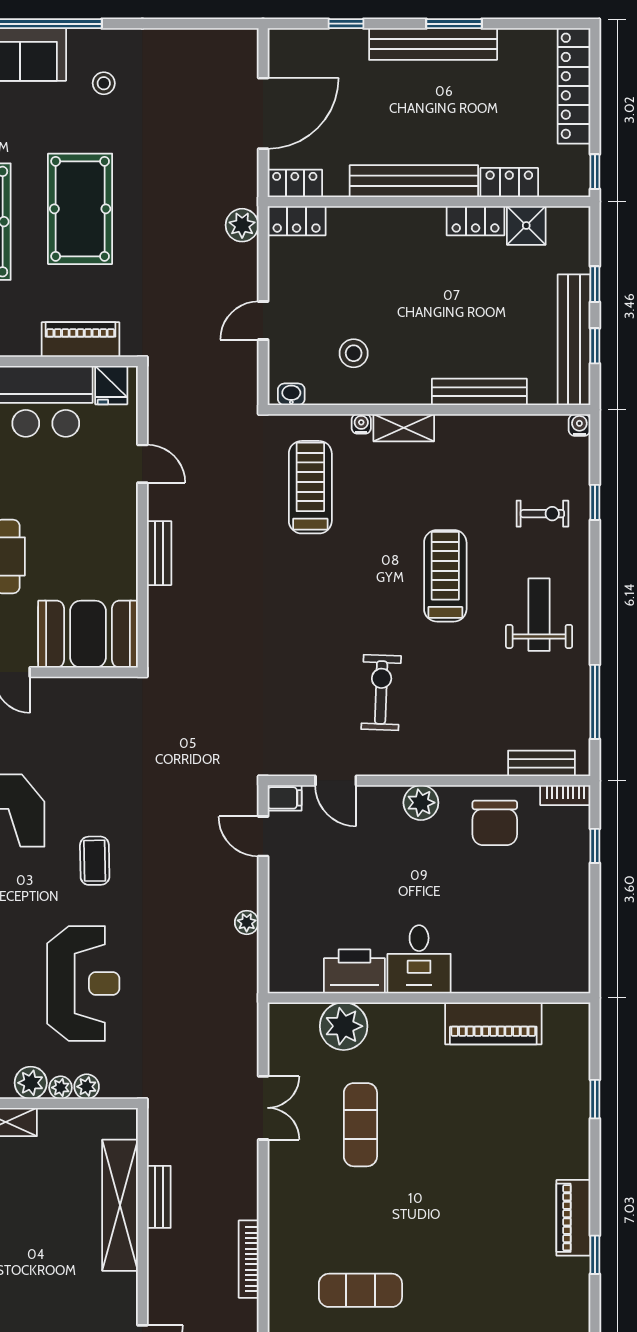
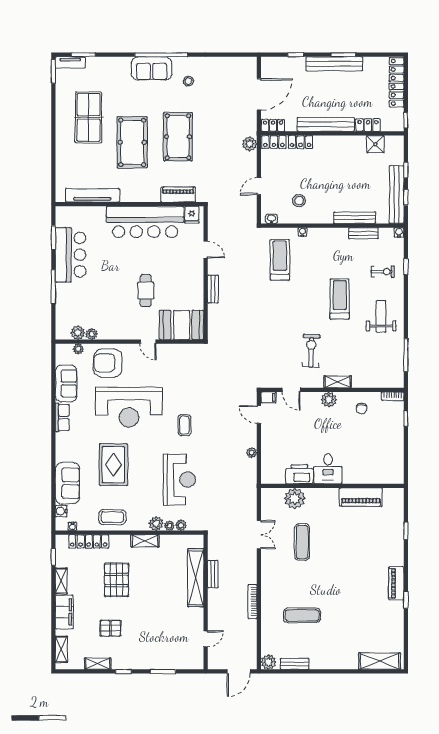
locker: (476, 221) -> (300, 142), moved
shelving: (404, 428) -> (338, 382), moved
bench: (541, 763) -> (363, 233), moved
chair: (495, 823) -> (362, 408), width x0.54, depth x0.54

